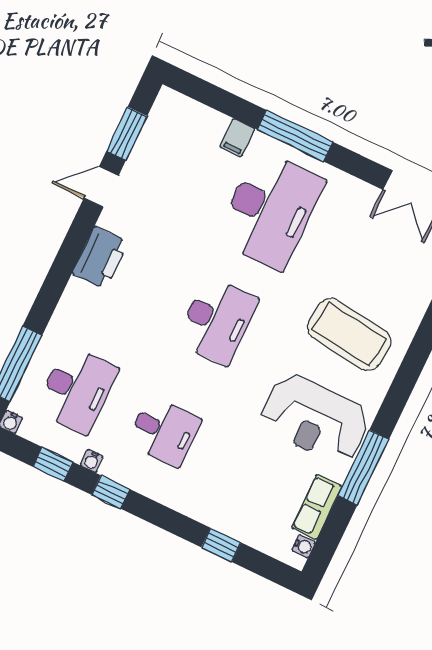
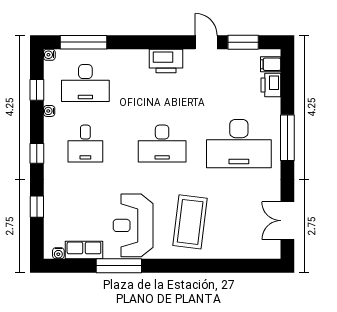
printer: (208, 123) -> (271, 85), added
filing cabinet: (237, 138) -> (271, 64), moved
window: (111, 492) -> (37, 153), moved

